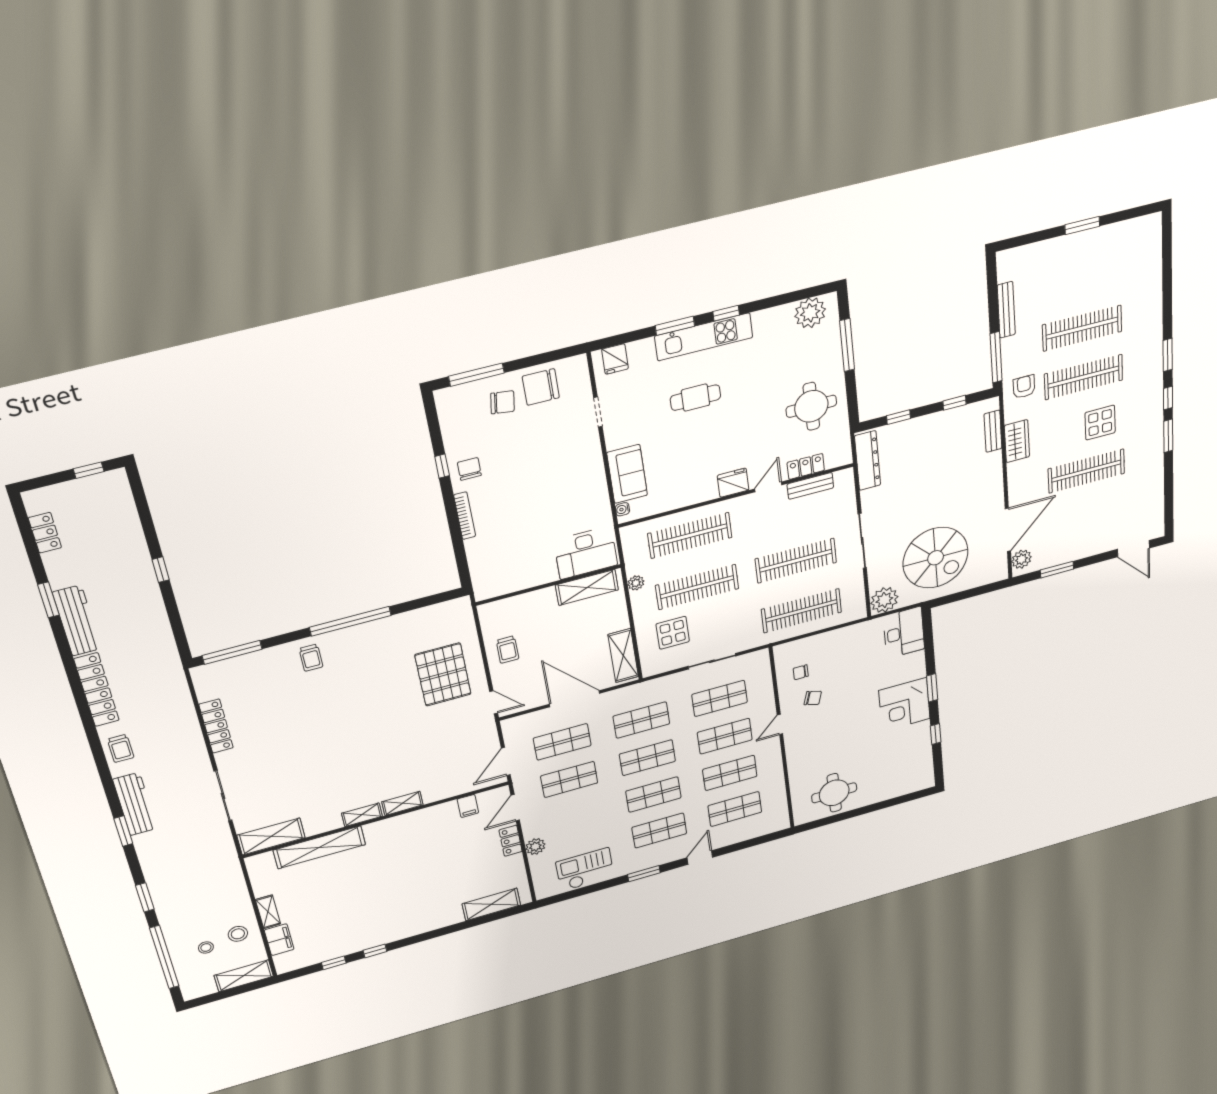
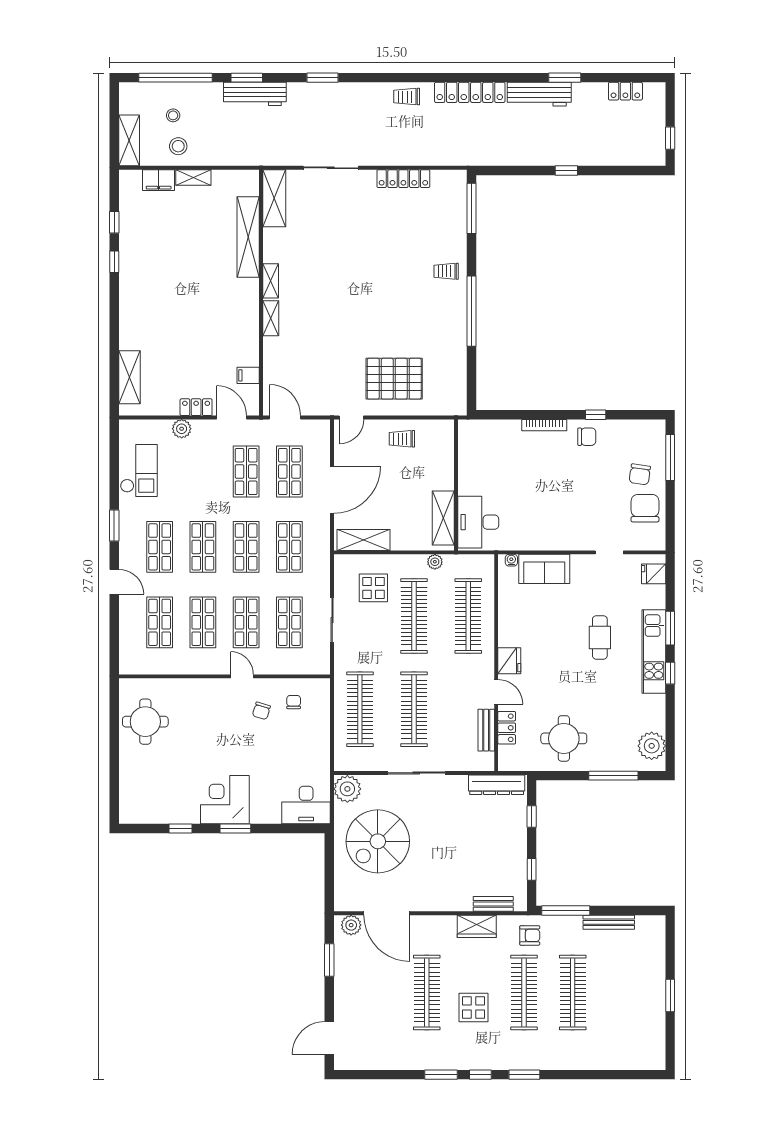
workbench: (135, 804) -> (255, 94), moved

